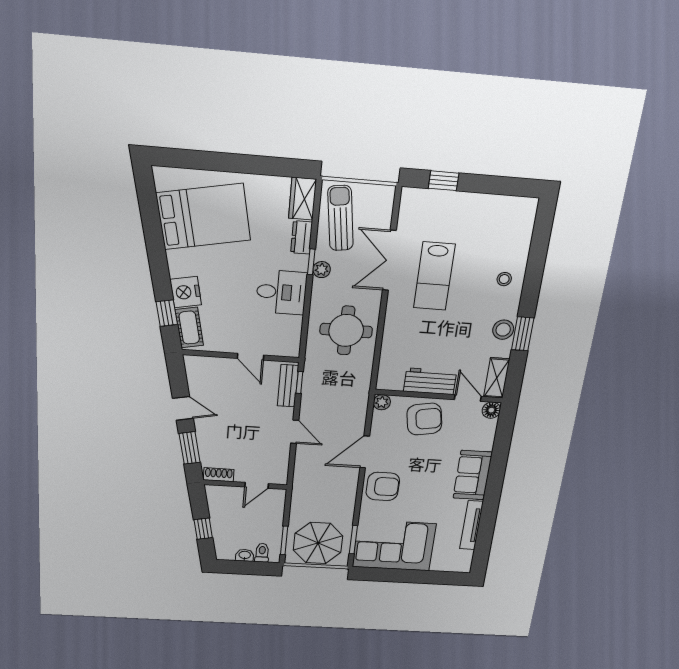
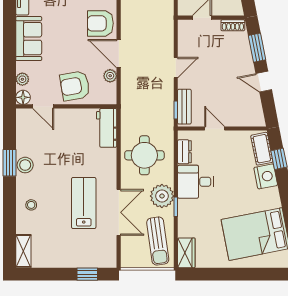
dresser: (302, 237) -> (184, 152), moved
plant: (322, 270) -> (162, 196), width x1.88, depth x1.88
shelving: (497, 378) -> (23, 251), moved
workbench: (430, 381) -> (107, 128), moved, turned 90
plant: (382, 402) -> (110, 76), moved
plant: (488, 431) -> (22, 79), added
door: (295, 432) -> (176, 68), swing flipped
door: (365, 452) -> (119, 54), swing flipped

